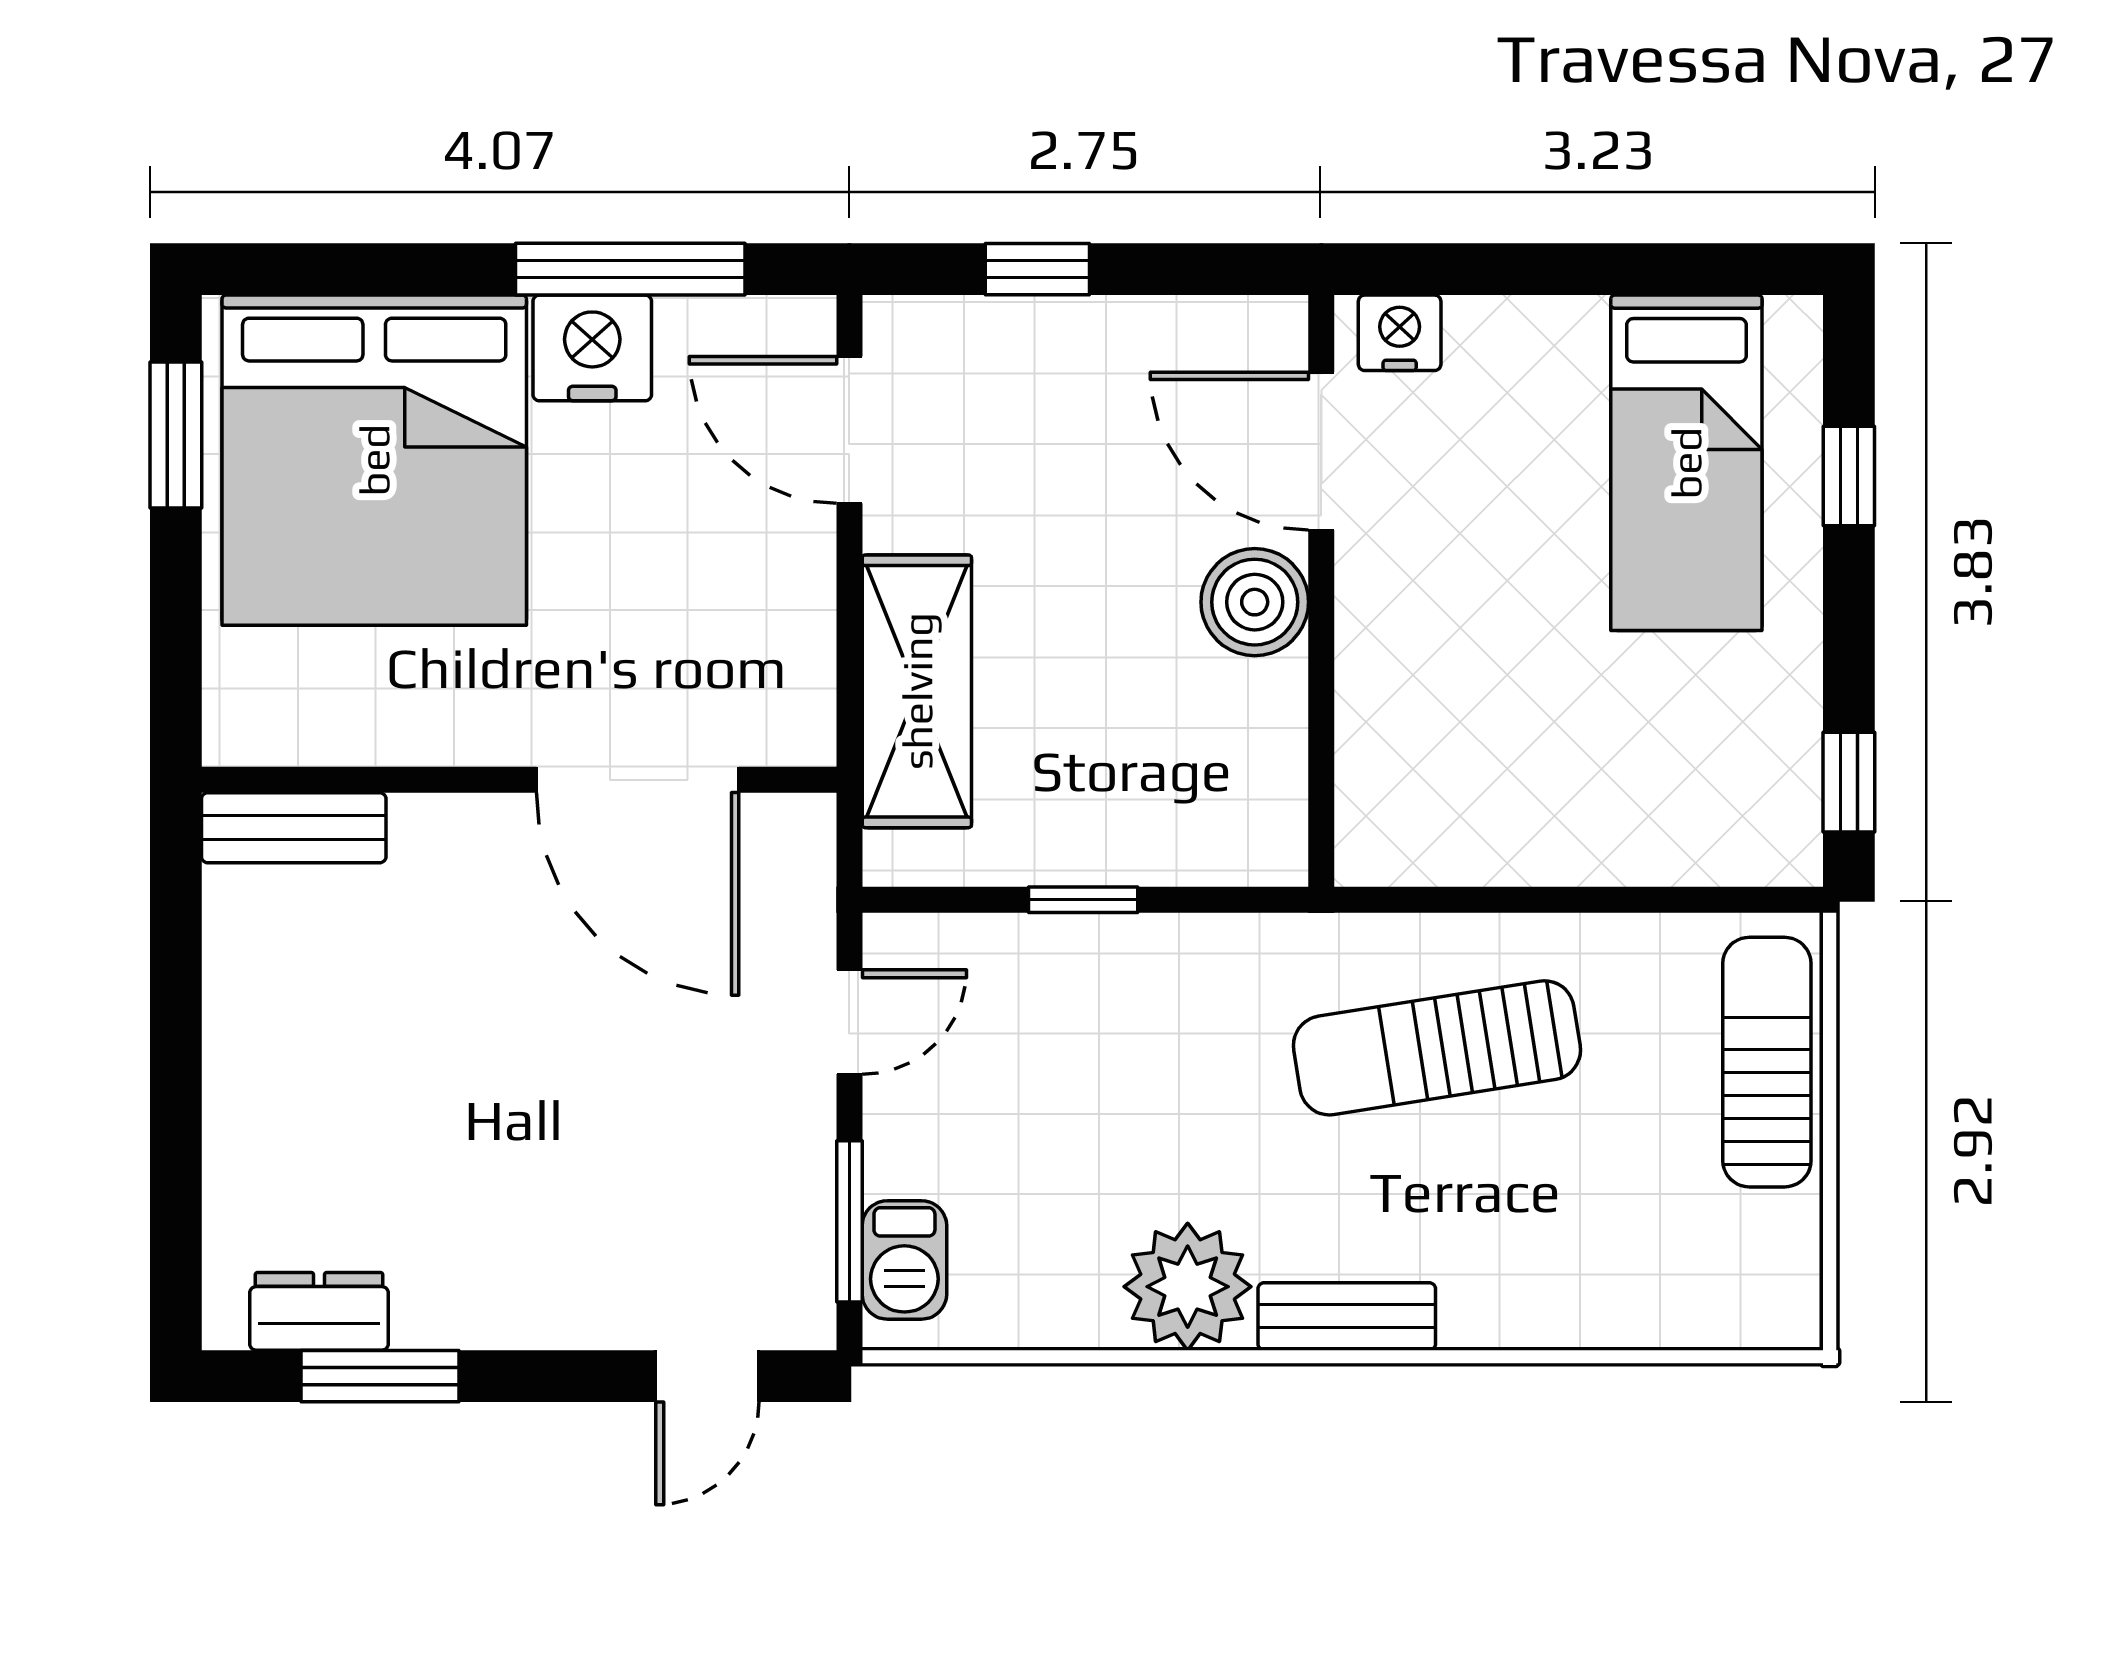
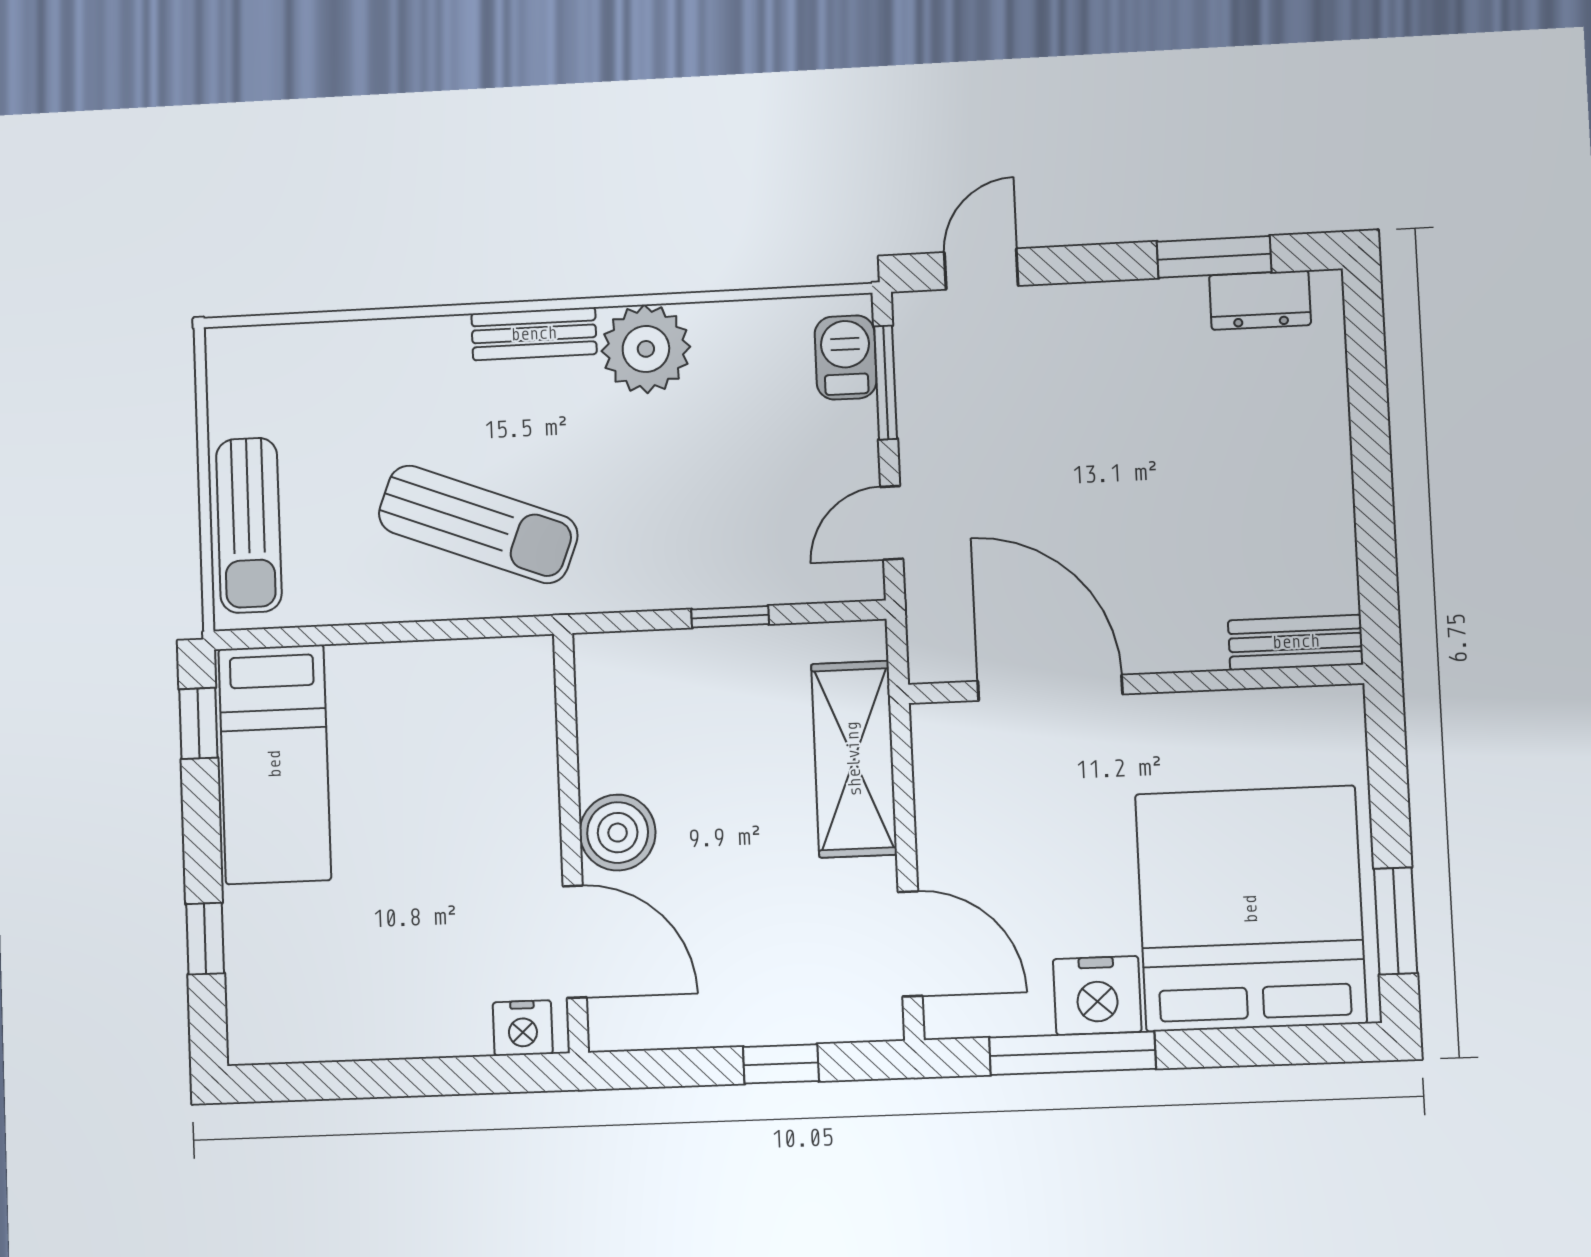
bed: (1686, 463) -> (275, 764), moved, turned 180
sun lounger: (1437, 1048) -> (478, 524), turned 30

